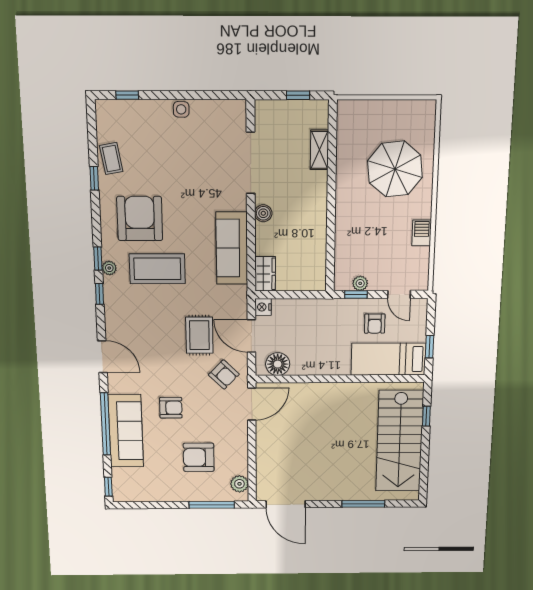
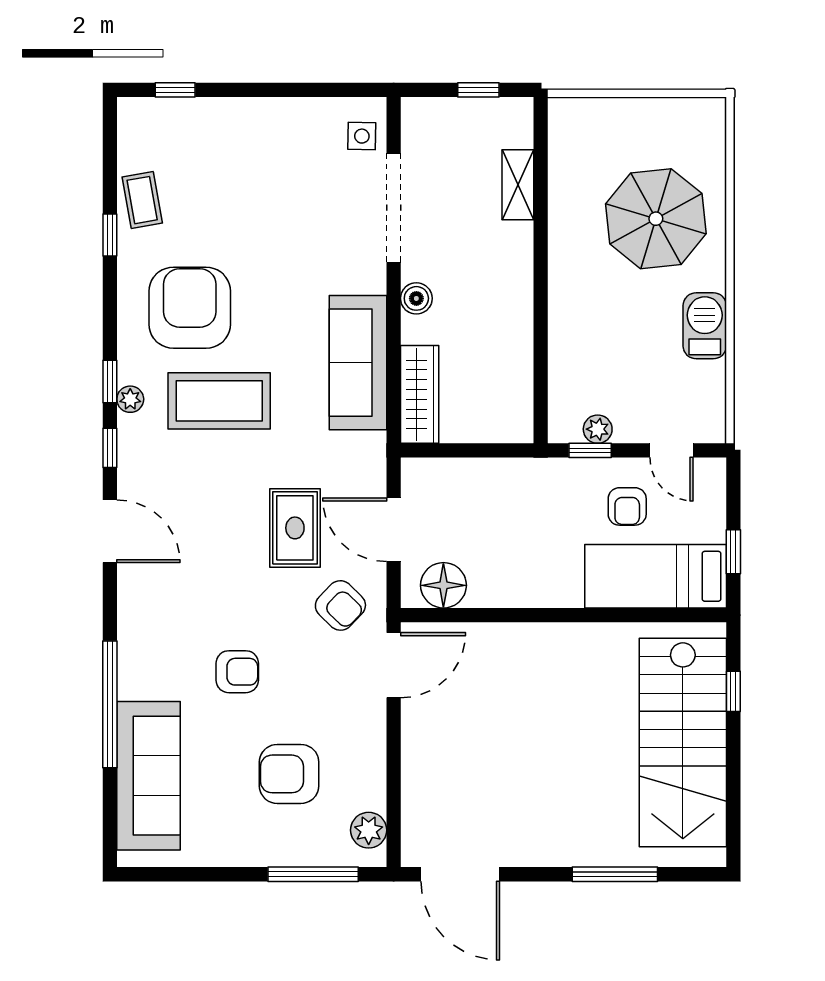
side table: (181, 109) -> (362, 136), moved
barbecue: (422, 233) -> (705, 326), width x1.38, depth x1.27
wardrobe: (265, 274) -> (420, 394), width x1.50
nightstand: (263, 307) -> (416, 474), removed
door: (102, 357) -> (110, 531), moved
sofa: (126, 431) -> (149, 776), moved
window: (108, 487) -> (110, 834), removed

